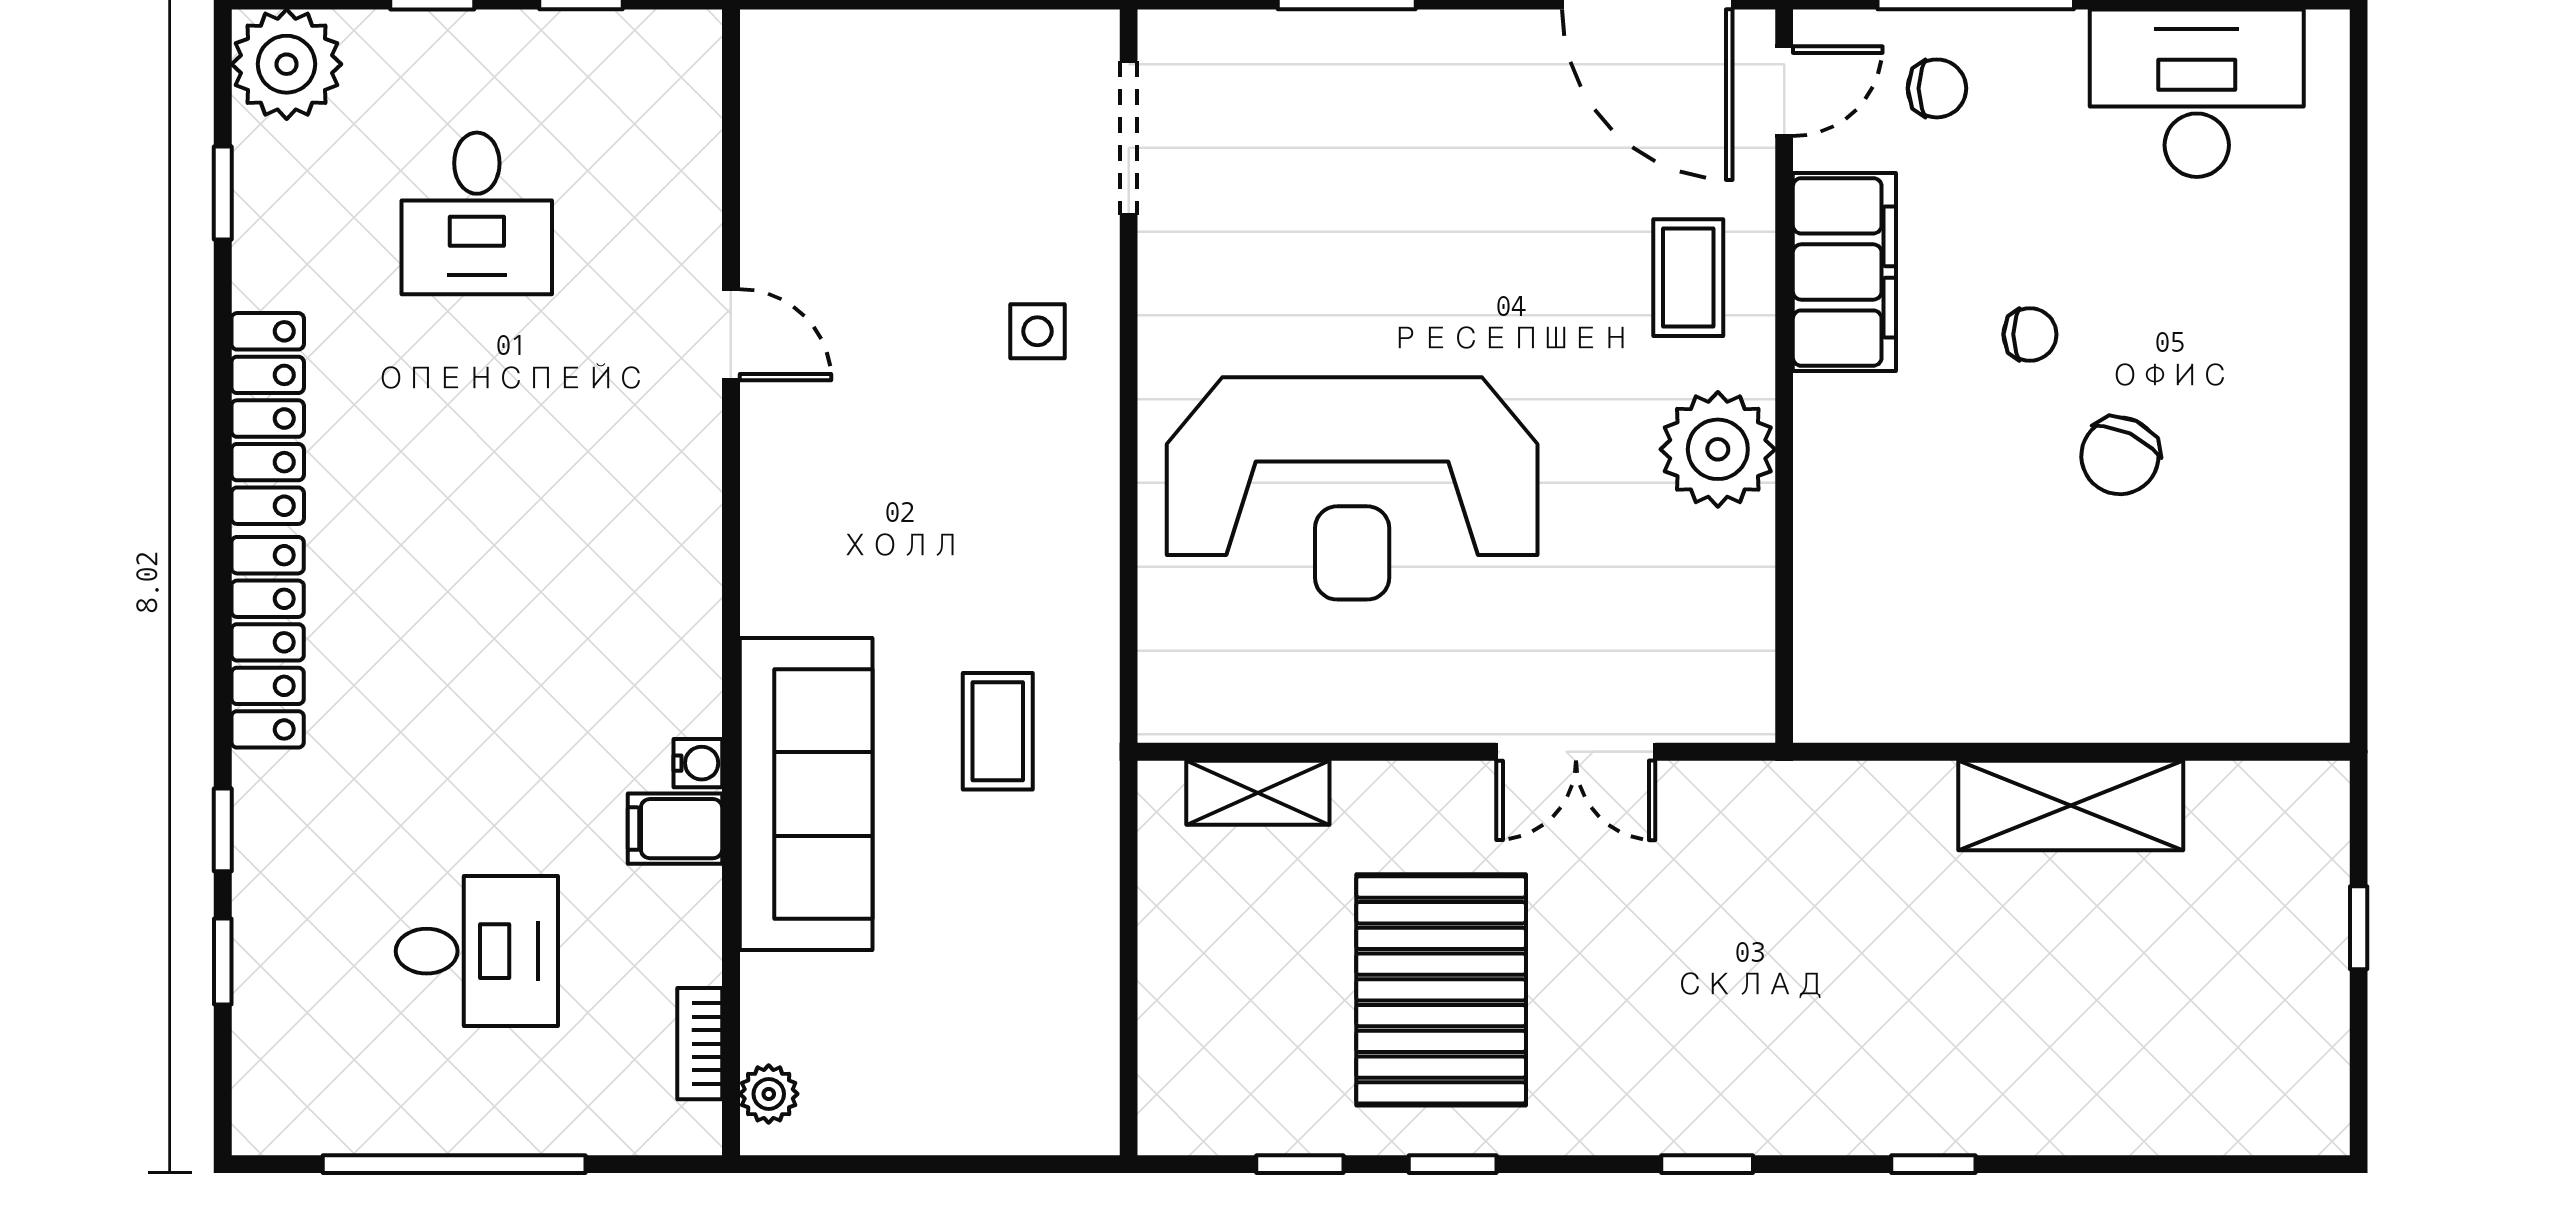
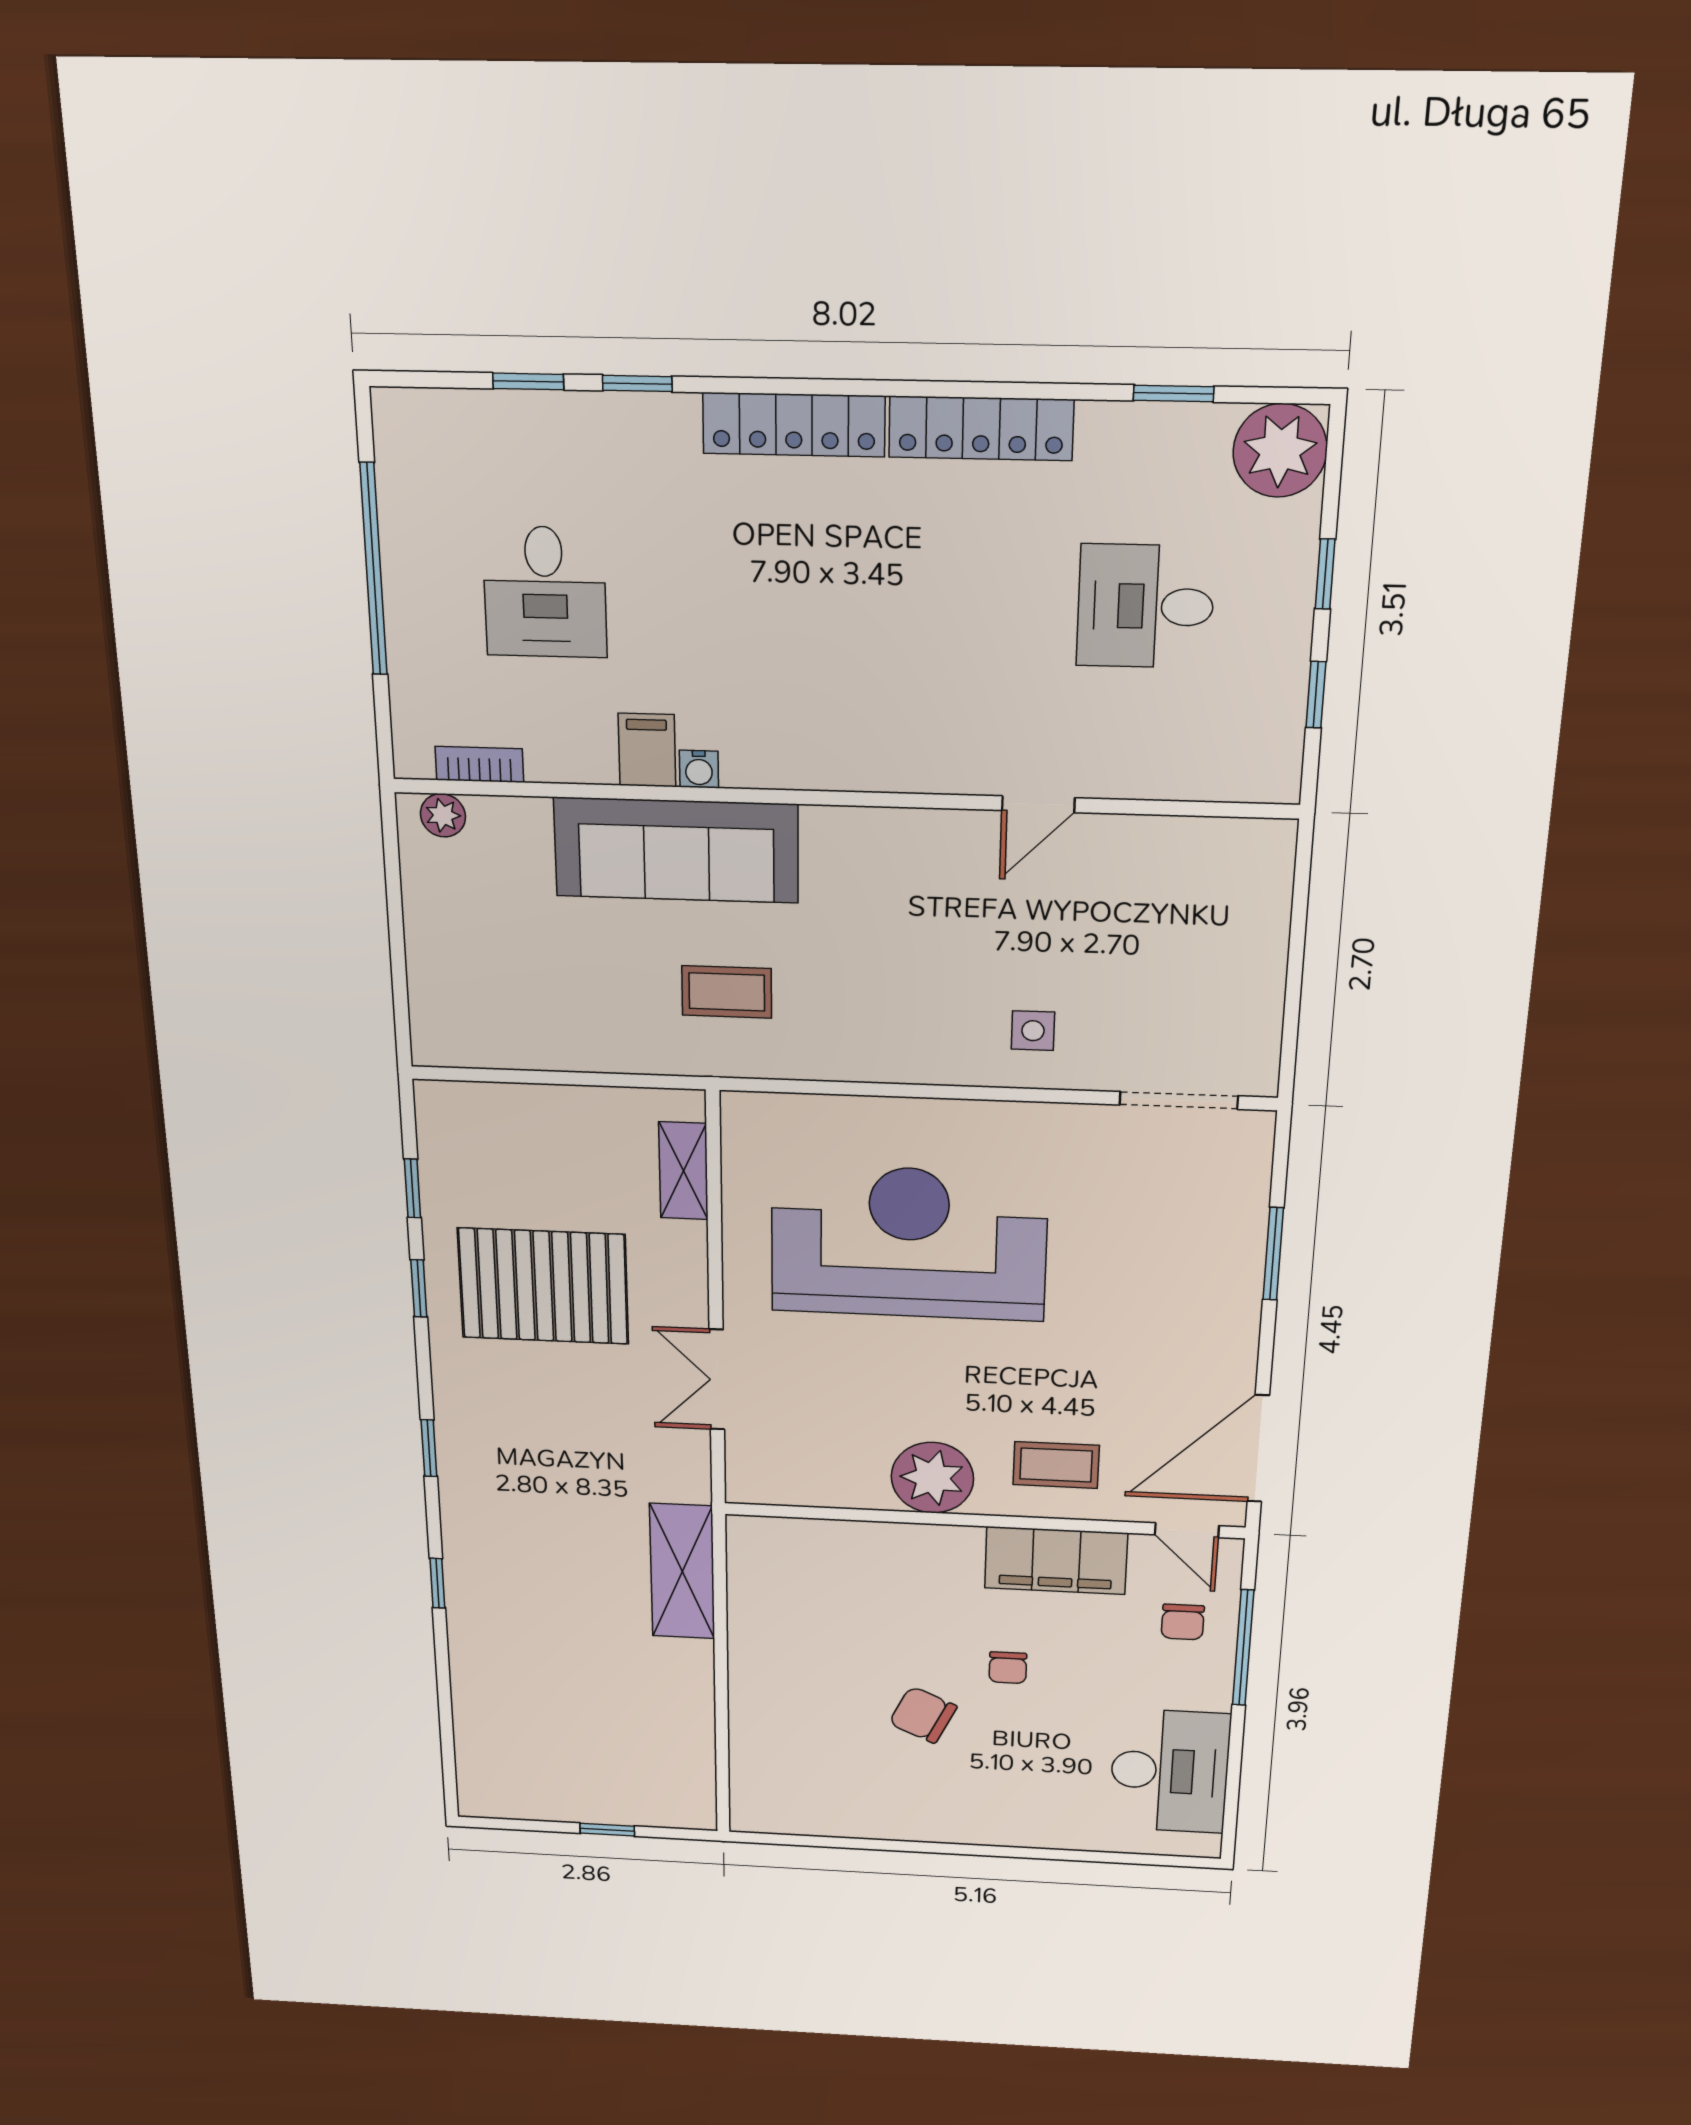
reception desk: (1352, 488) -> (909, 1243), turned 90
shelving: (2071, 805) -> (682, 1571), moved

